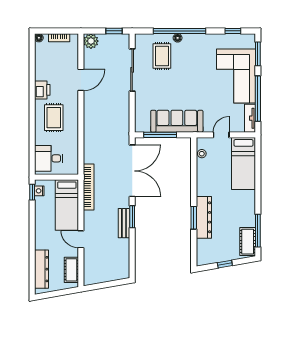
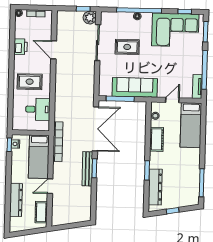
plant: (91, 41) -> (90, 18), moved
rug: (162, 56) -> (127, 47), moved, turned 90
corner sofa: (236, 76) -> (175, 30), moved, turned -90
door: (81, 80) -> (54, 50), swing flipped
printer: (42, 90) -> (21, 47), moved
rug: (54, 118) -> (30, 82), turned 90
desk: (49, 158) -> (38, 109), moved, turned 180
dresser: (204, 217) -> (155, 187), moved
bench: (124, 223) -> (87, 169), width x1.36
door: (81, 239) -> (50, 186), hinge flipped
cot: (248, 242) -> (157, 139), moved
dresser: (42, 269) -> (16, 200), moved

